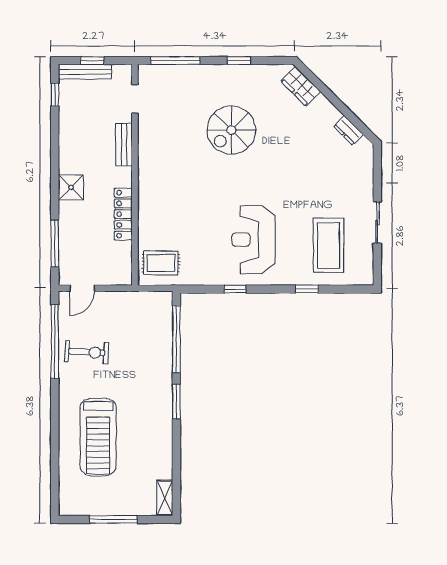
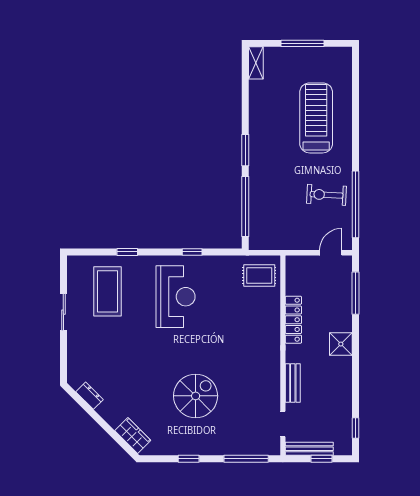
bench: (85, 72) -> (309, 449), moved

